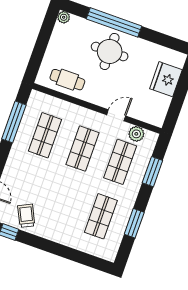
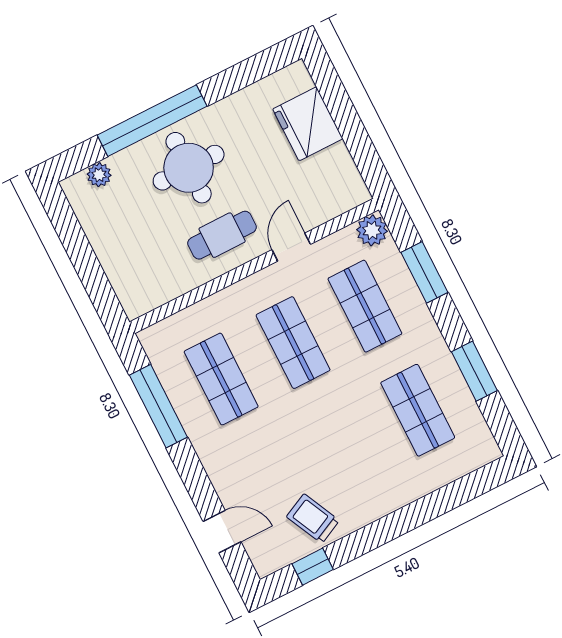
plant: (64, 17) -> (99, 175), moved
cafe table: (67, 80) -> (222, 235), moved
plant: (136, 134) -> (372, 230), moved

